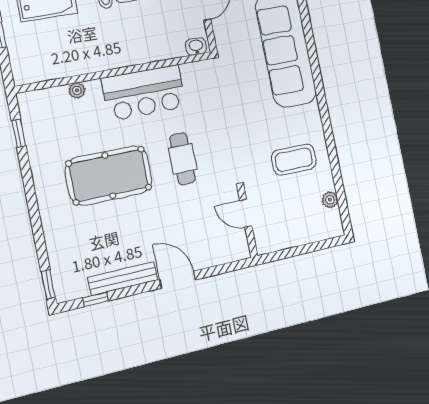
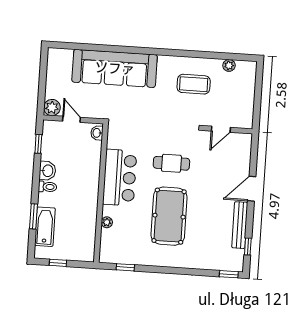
coffee table: (294, 160) -> (194, 84), turned 90

